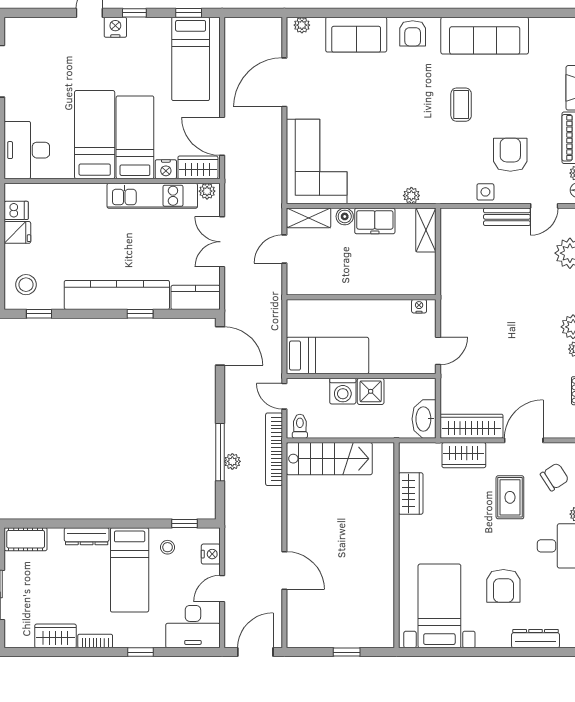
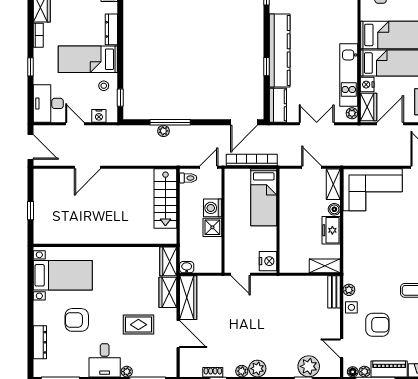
plant: (411, 196) -> (349, 290), moved
bench: (507, 217) -> (334, 292), moved
nightstand: (419, 306) -> (268, 261), width x1.89, depth x1.79
bed: (327, 356) -> (264, 197), moved
washbasin: (424, 419) -> (187, 267), width x0.52, depth x0.69
bookcase: (274, 449) -> (252, 160), moved
chair: (555, 477) -> (153, 356), removed
wardrobe: (411, 493) -> (168, 261), moved, turned 90

